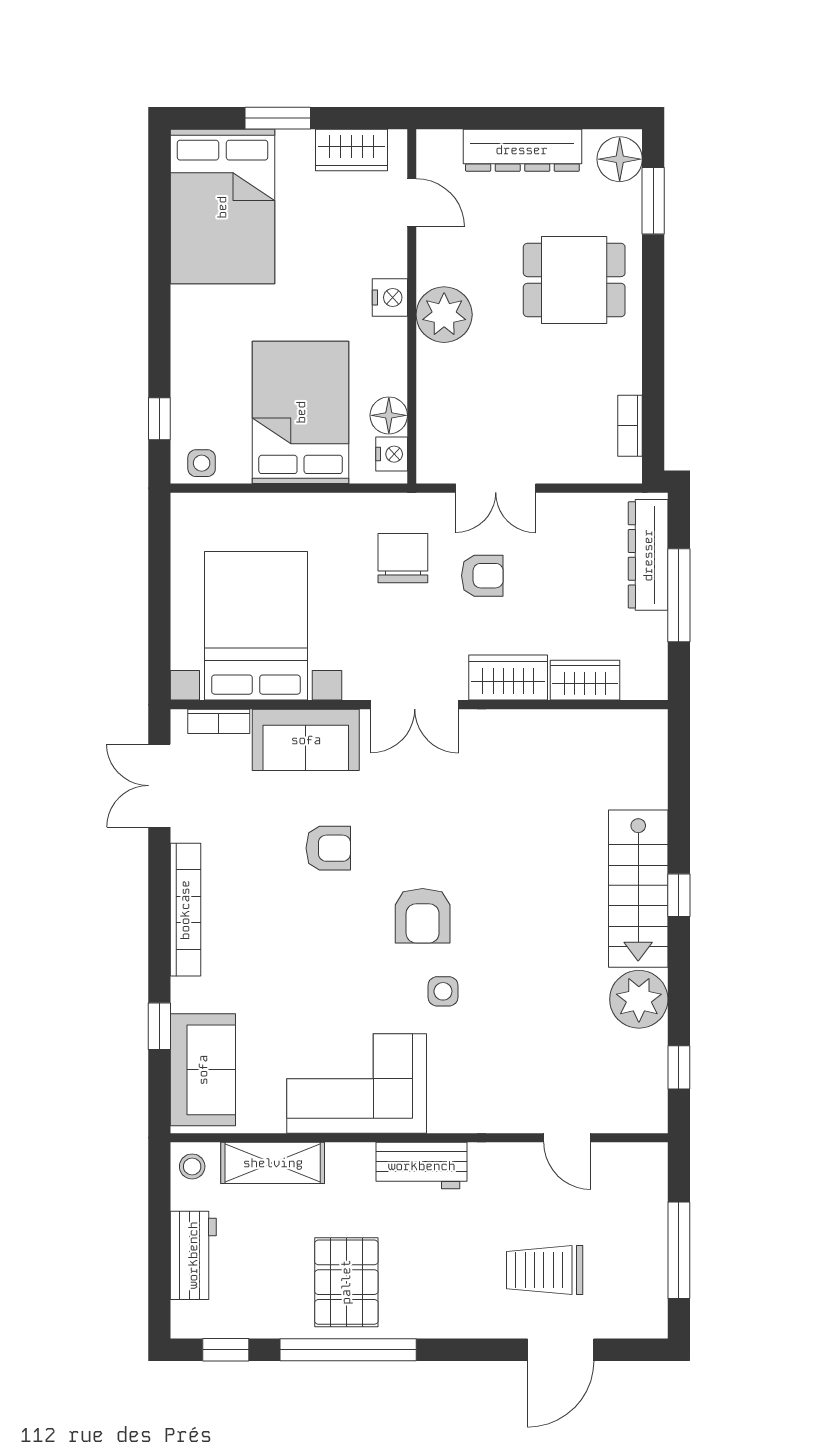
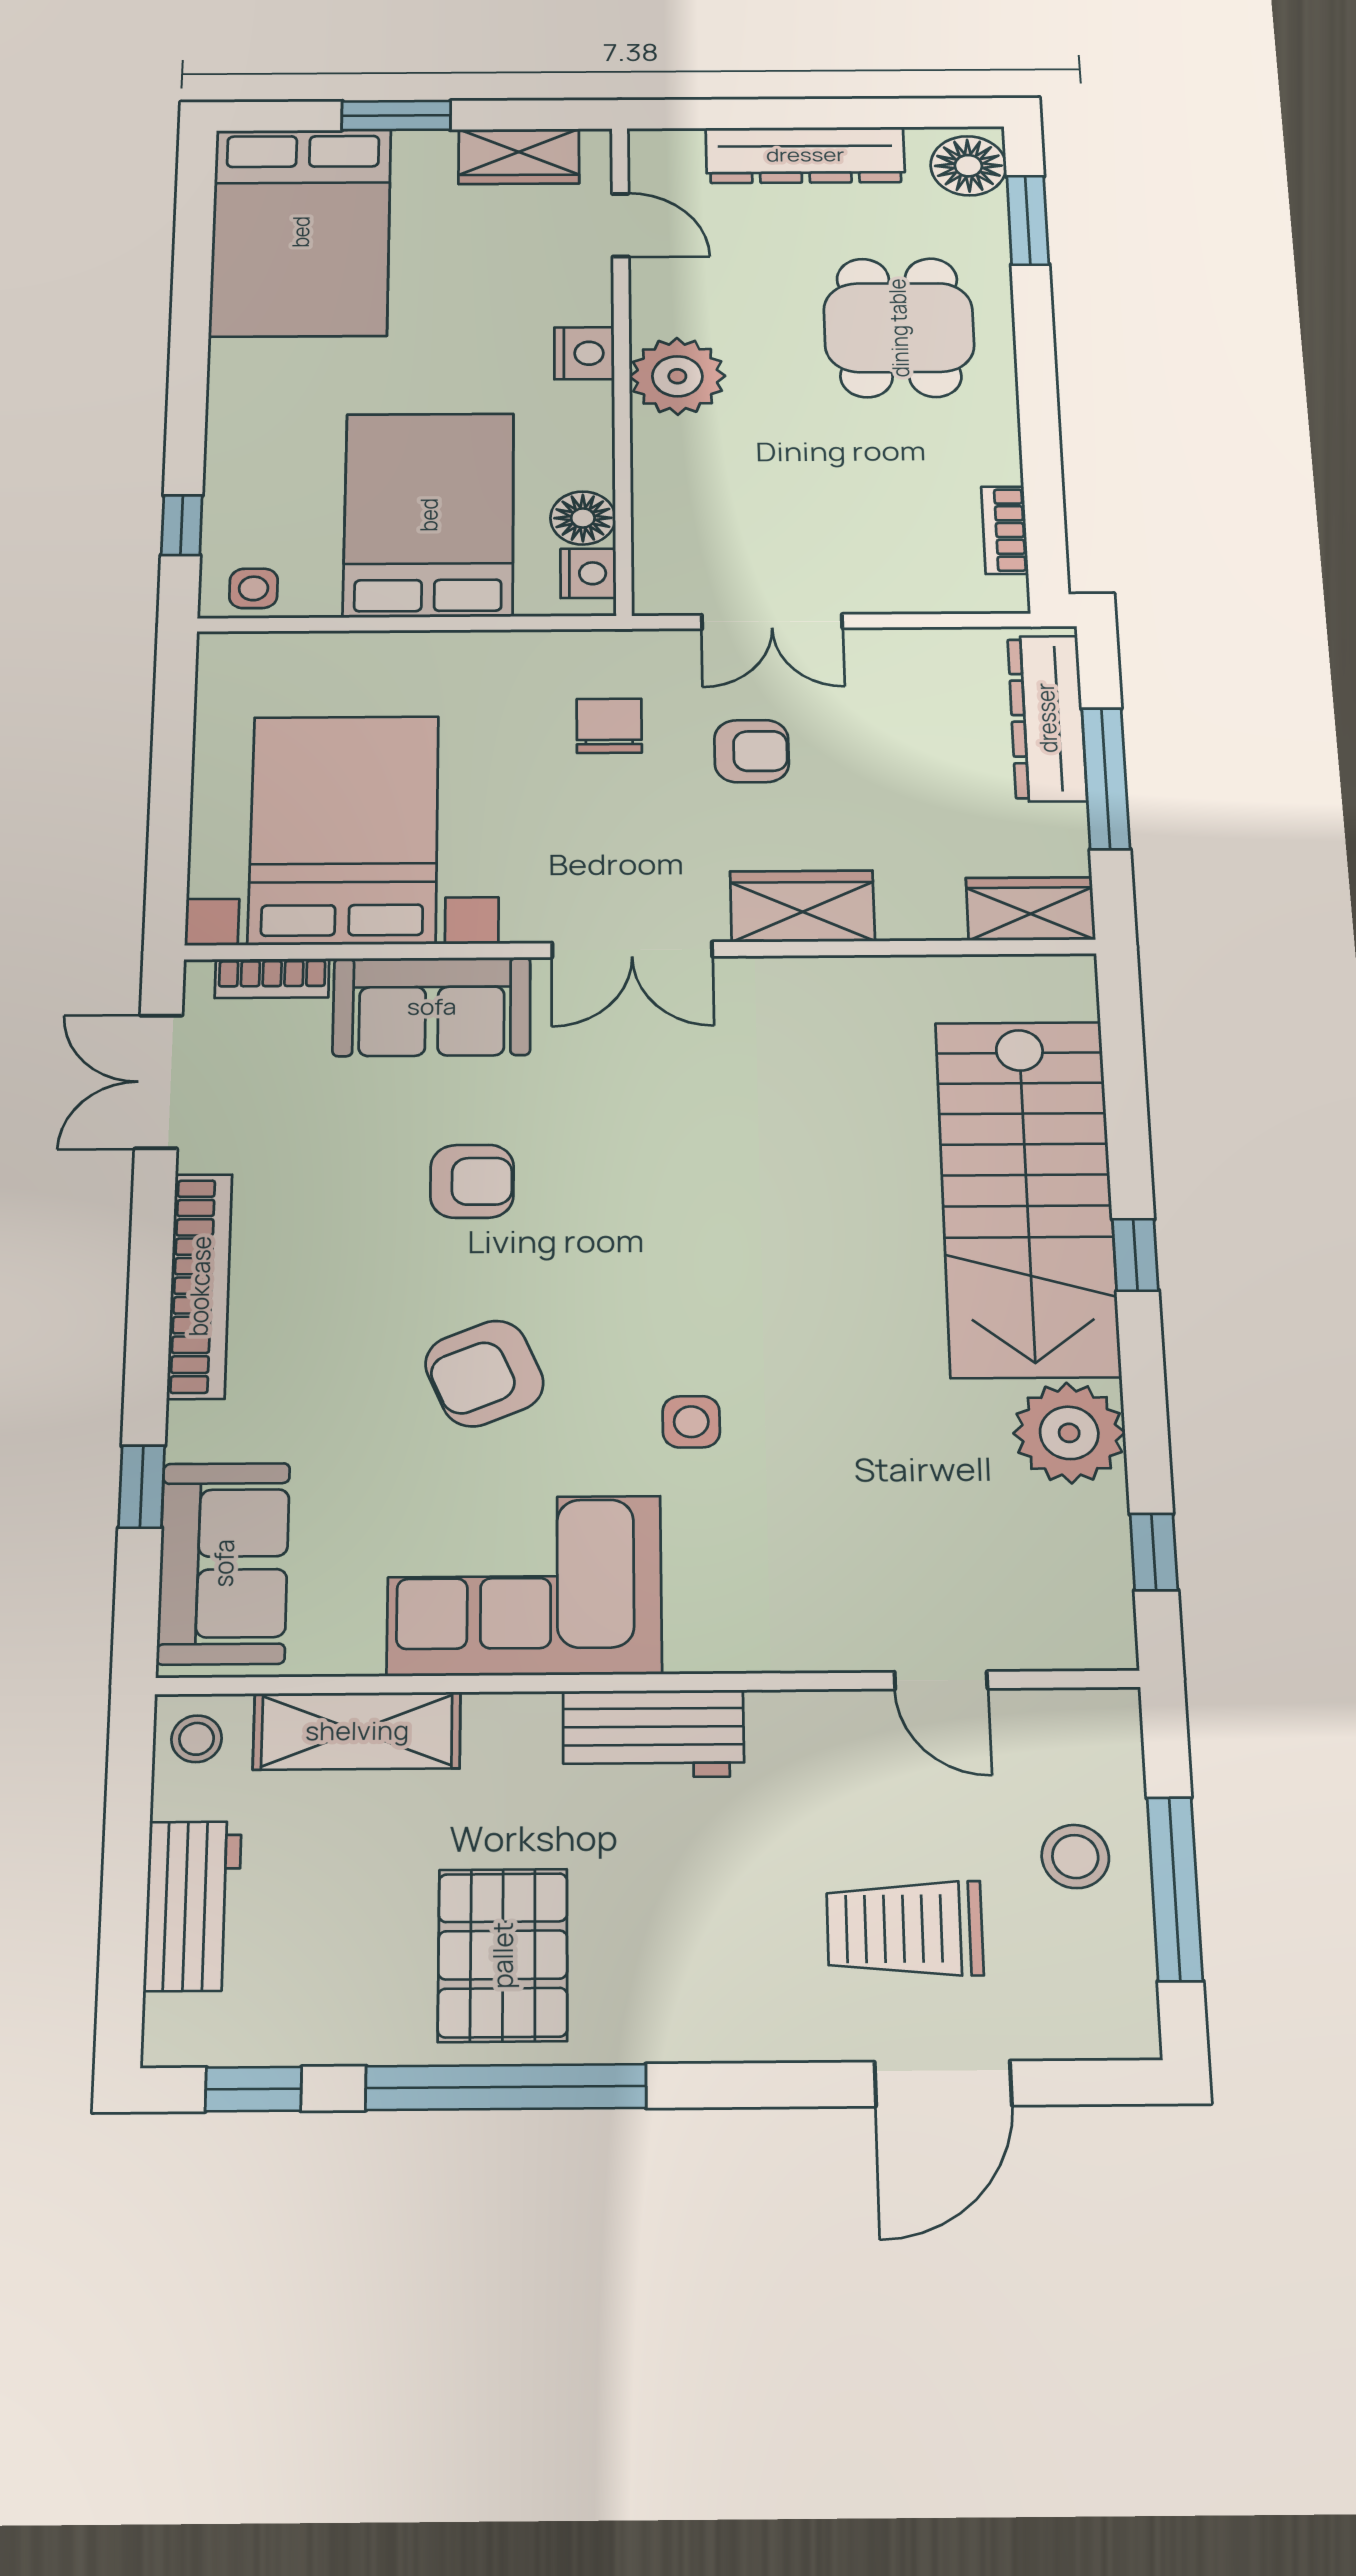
dining table: (574, 280) -> (899, 328), turned 90
chair: (403, 558) -> (609, 726), width x0.73, depth x0.73
wardrobe: (585, 680) -> (1031, 909), moved
stairs: (638, 889) -> (1027, 1197), width x1.36, depth x1.51
armchair: (423, 916) -> (484, 1373), moved, turned 67
stool: (631, 1233) -> (1075, 1857), added

